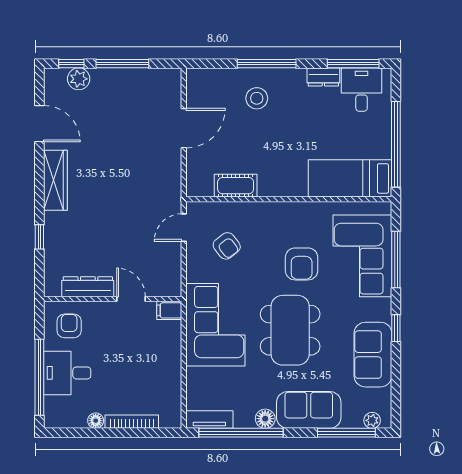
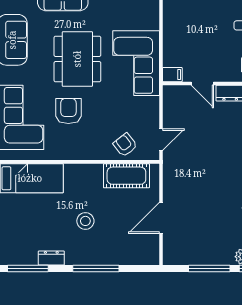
desk: (362, 90) -> (21, 248), removed
stool: (257, 98) -> (85, 221), moved
cot: (236, 186) -> (126, 176), width x1.37, depth x1.34
armchair: (227, 246) -> (125, 145), moved

